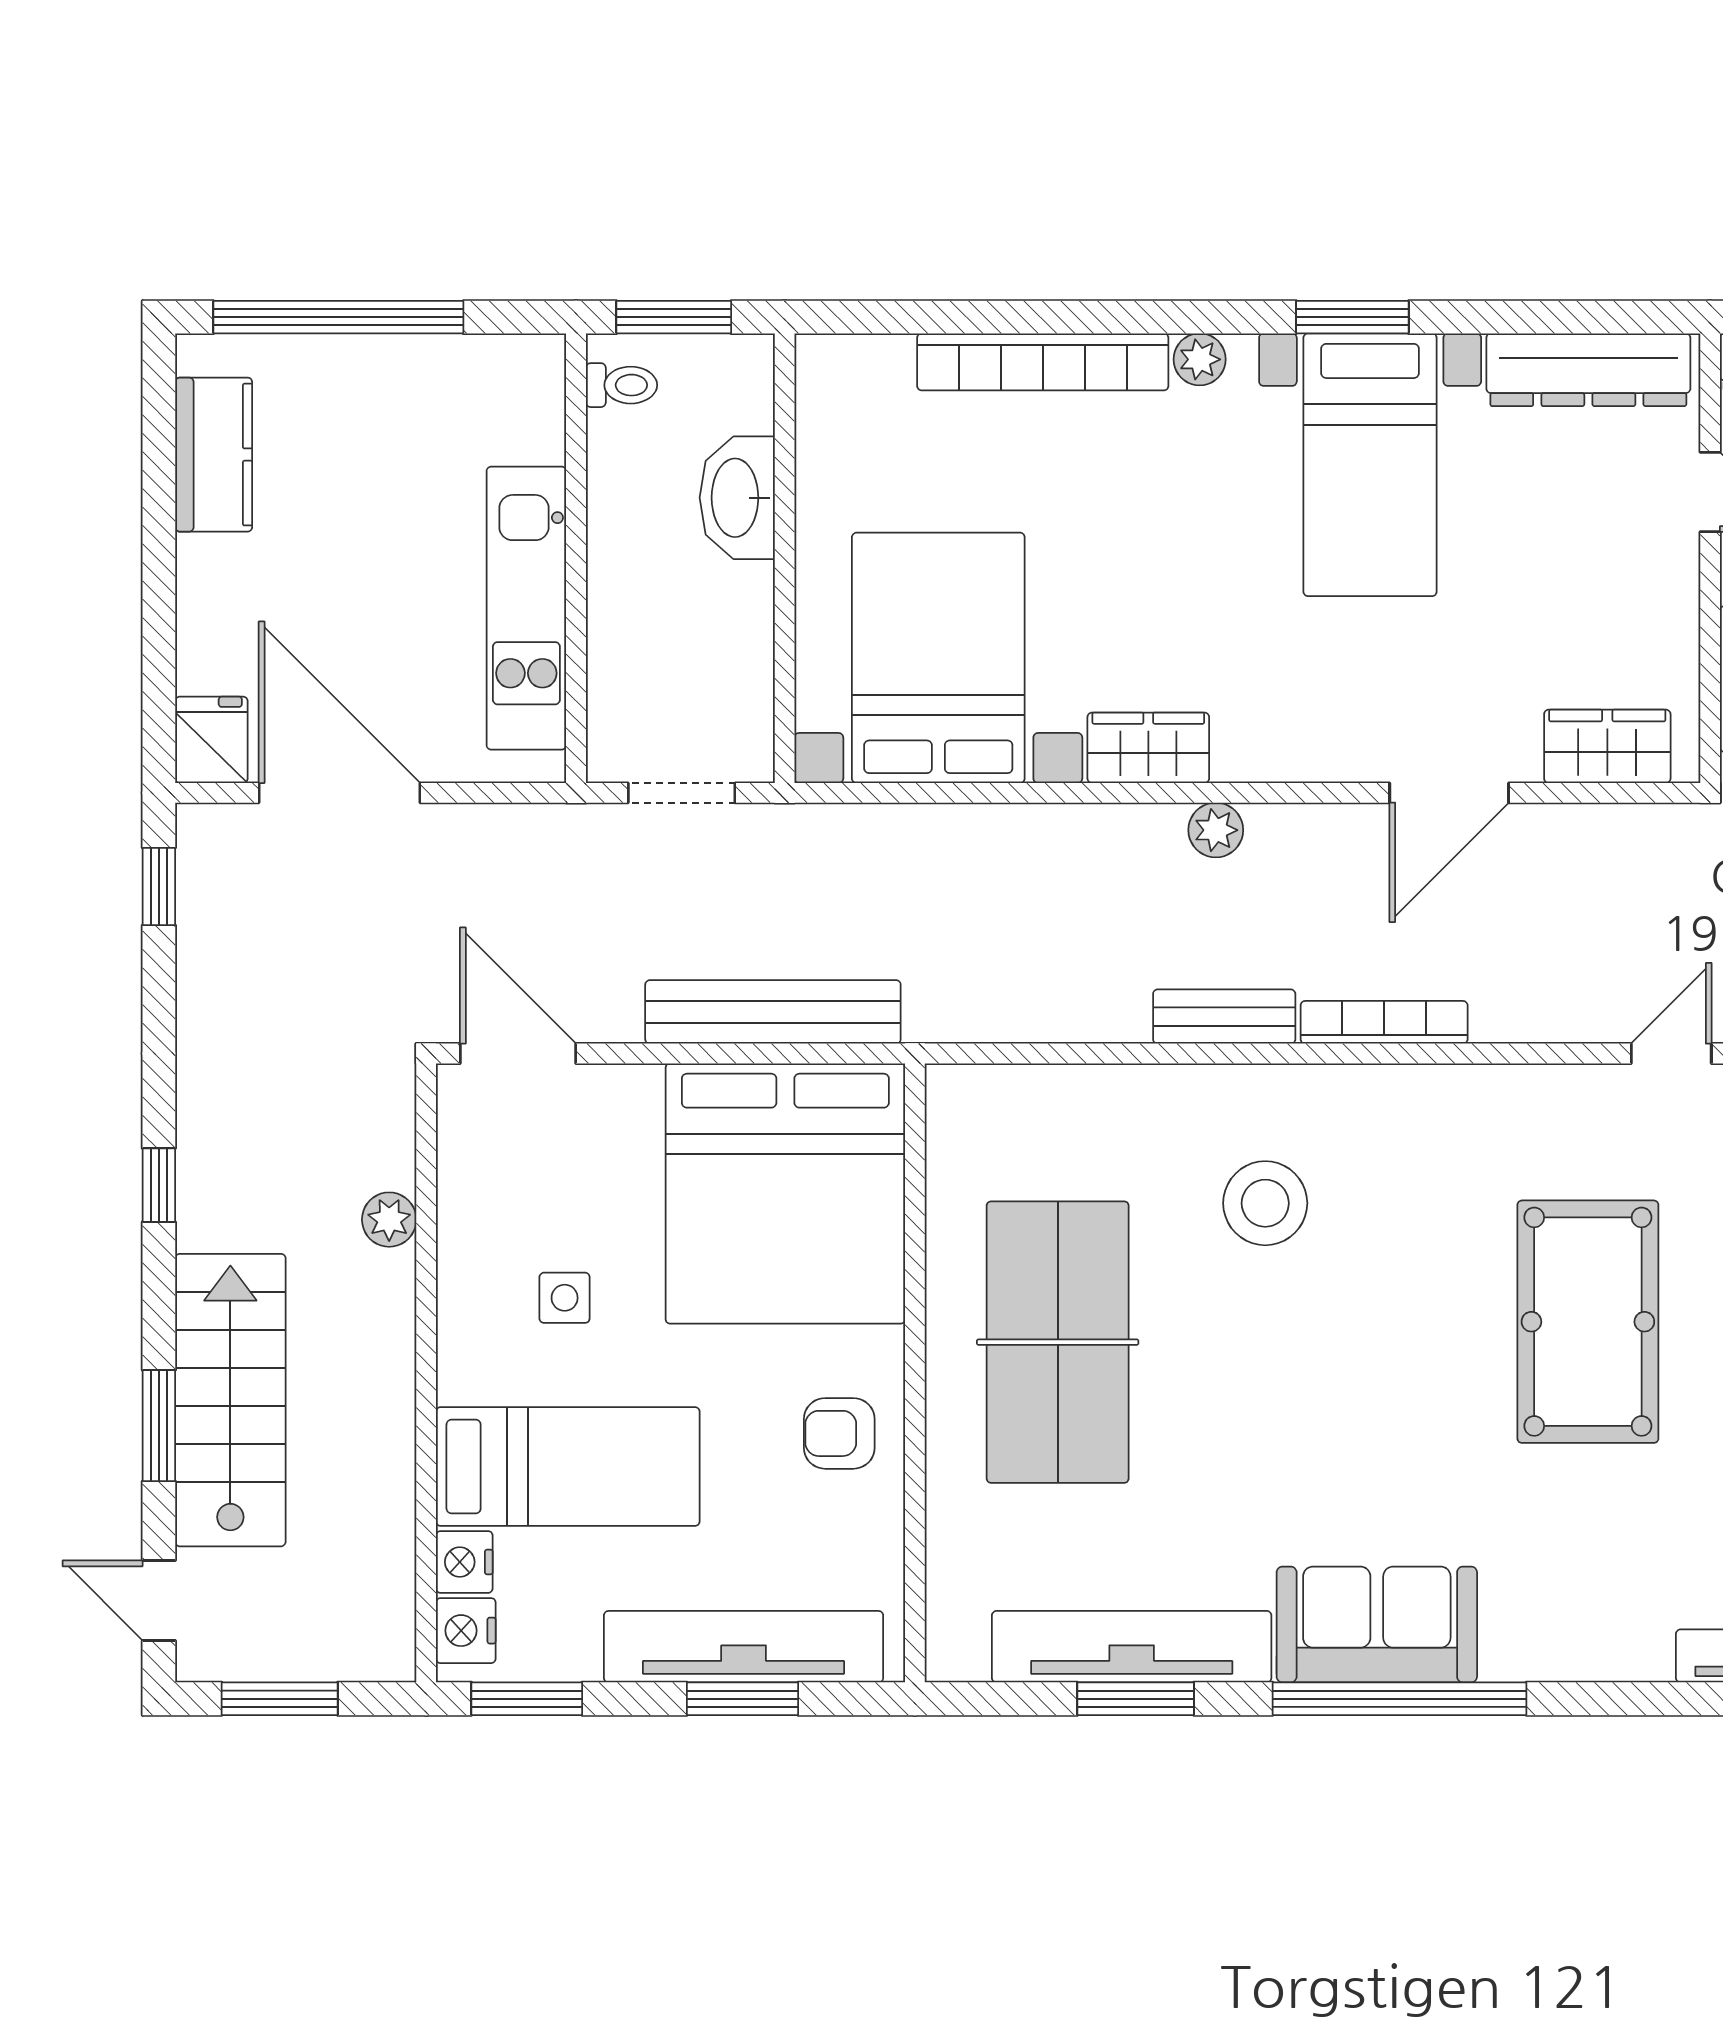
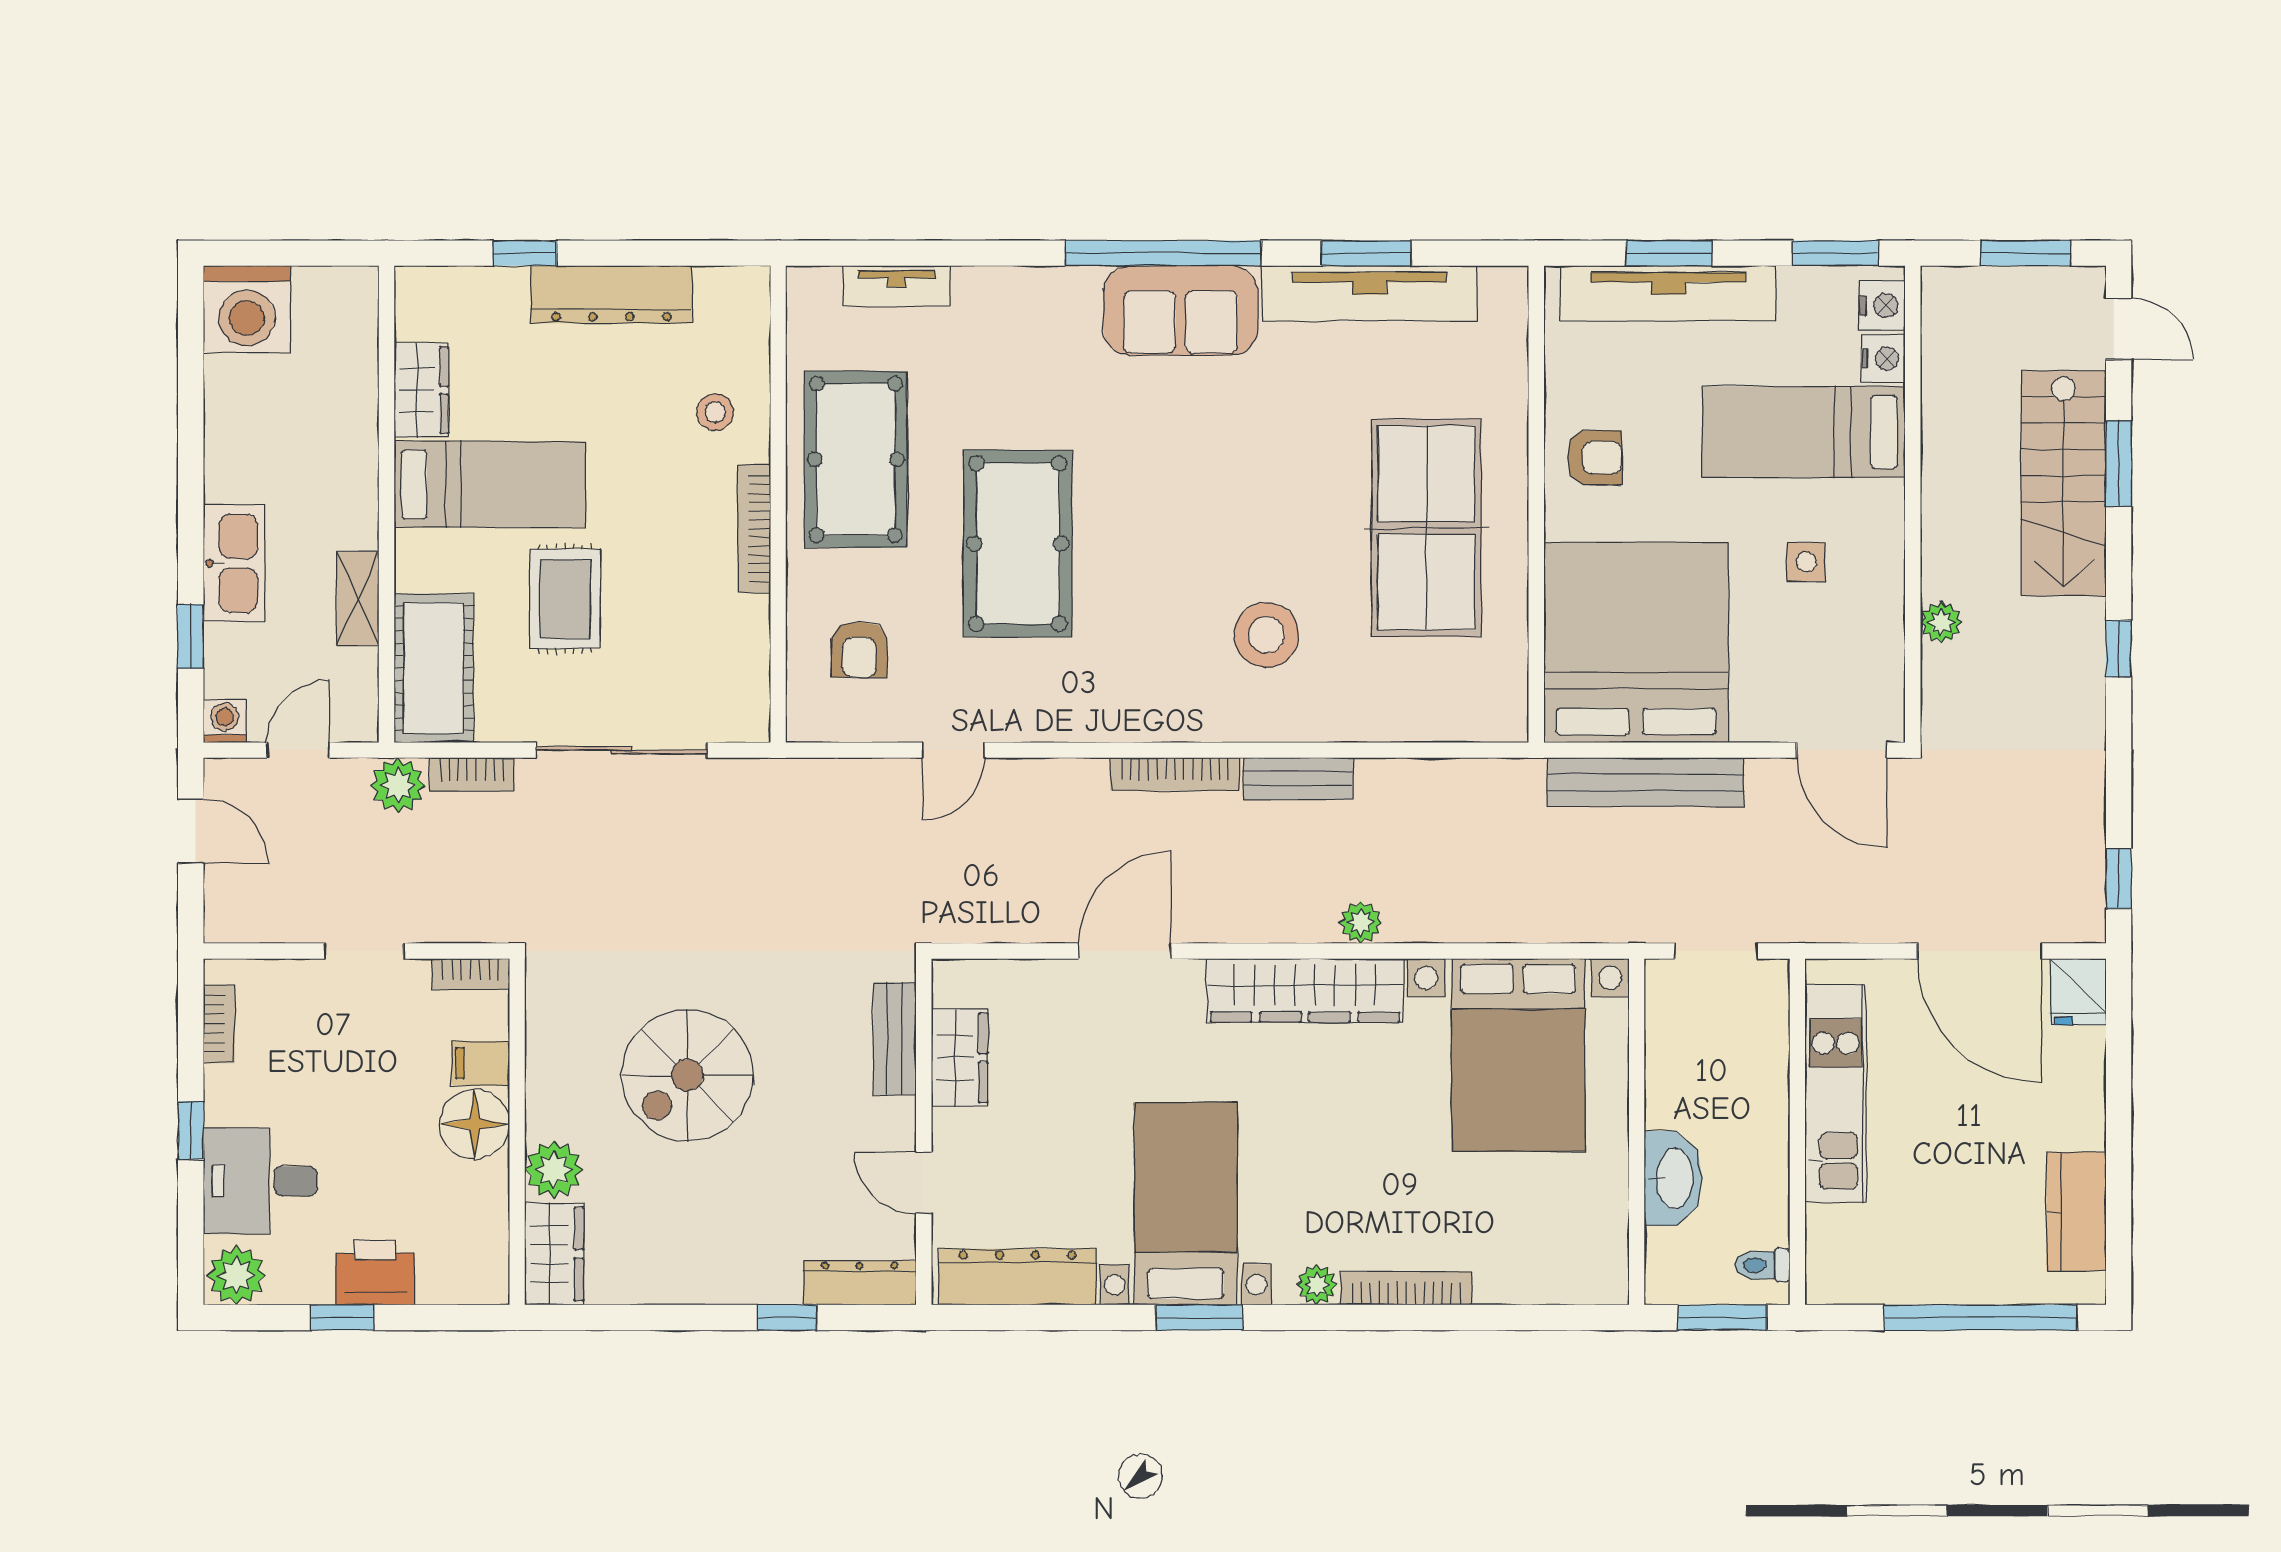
bookcase: (1043, 362) -> (1406, 1288), width x0.68, depth x0.76
wardrobe: (1607, 746) -> (960, 1058), moved, turned -90
wardrobe: (1148, 748) -> (1305, 990), width x2.10, depth x1.17
plant: (1216, 830) -> (1361, 922), moved

